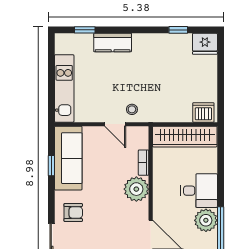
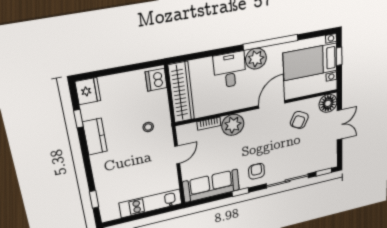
kitchen counter: (113, 43) -> (95, 137), moved
stool: (132, 109) -> (148, 127), moved
window: (51, 166) -> (240, 192), moved

